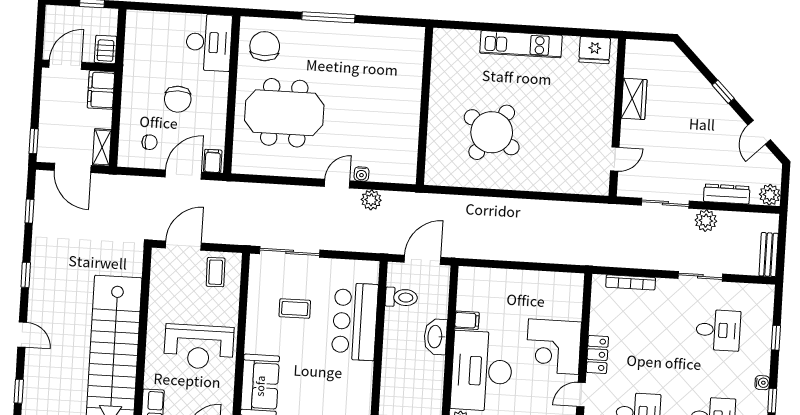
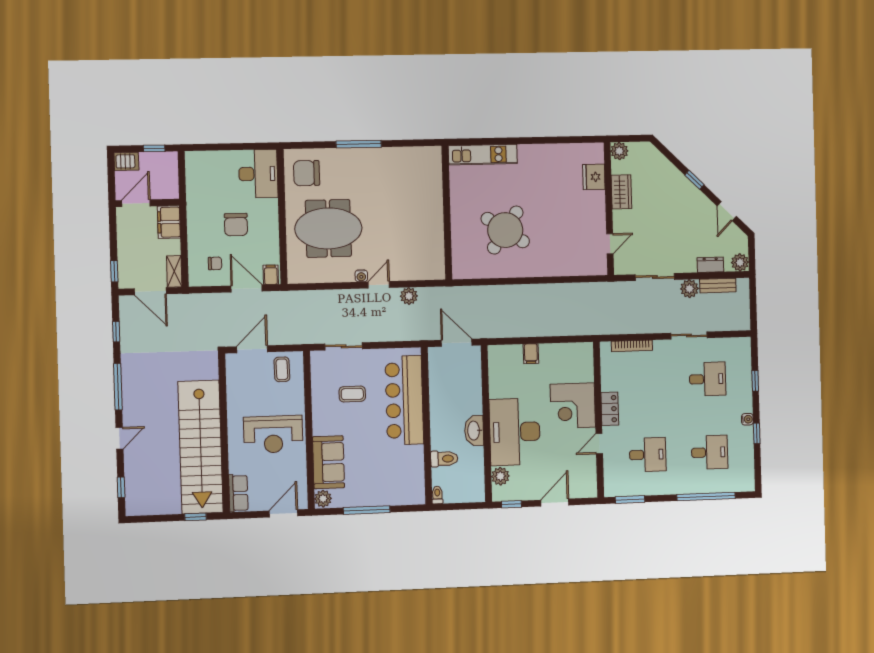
kitchen unit: (521, 44) -> (483, 155), moved
chair: (265, 46) -> (307, 173), turned -90
server rack: (106, 49) -> (126, 161), moved, turned 90
fridge: (595, 50) -> (594, 177), moved, turned 90
plant: (636, 50) -> (619, 151), added
water cooler: (362, 174) -> (361, 276), moved
door: (183, 175) -> (247, 289), hinge flipped
dresser: (727, 194) -> (710, 265), width x0.70
sliding door: (290, 252) -> (344, 346), width x0.73
bench: (769, 255) -> (718, 286), moved, turned 90
door: (423, 260) -> (457, 343), hinge flipped
window: (26, 275) -> (118, 387), width x2.17
toilet: (401, 297) -> (444, 459), moved
filing cabinet: (467, 320) -> (531, 354), moved, turned 90
bar counter: (355, 322) -> (404, 400), width x1.36
door: (22, 335) -> (120, 438), hinge flipped
washbasin: (435, 337) -> (474, 431), moved

